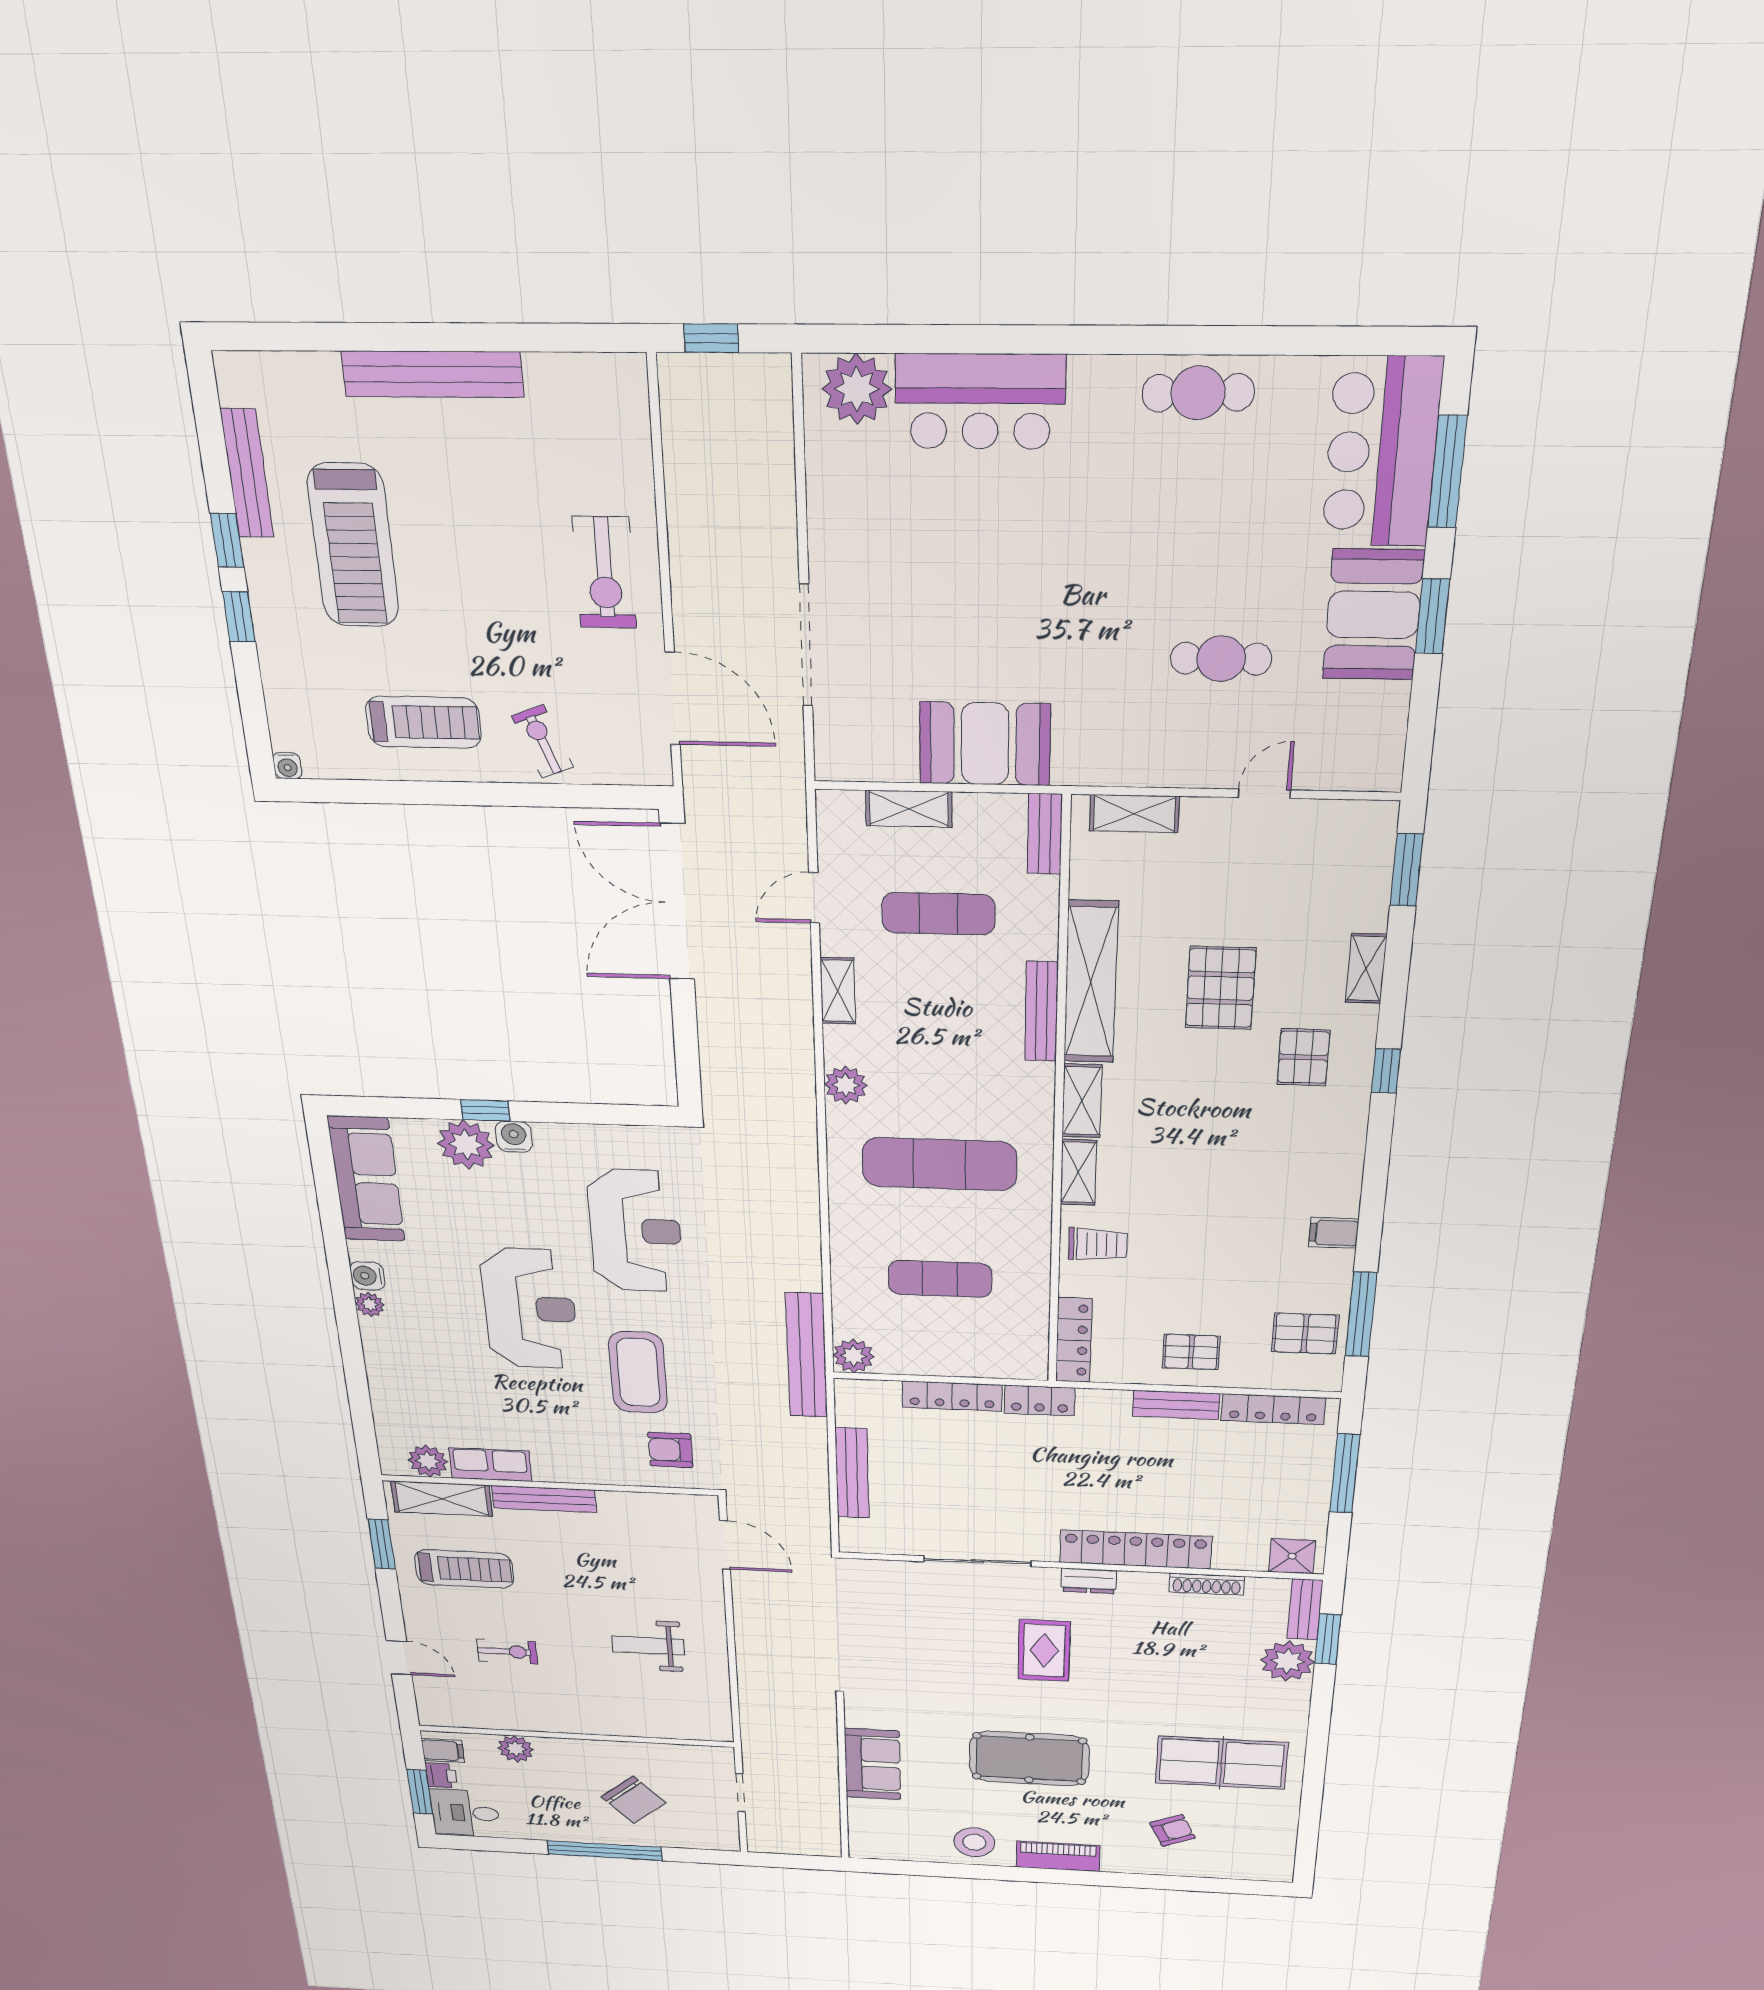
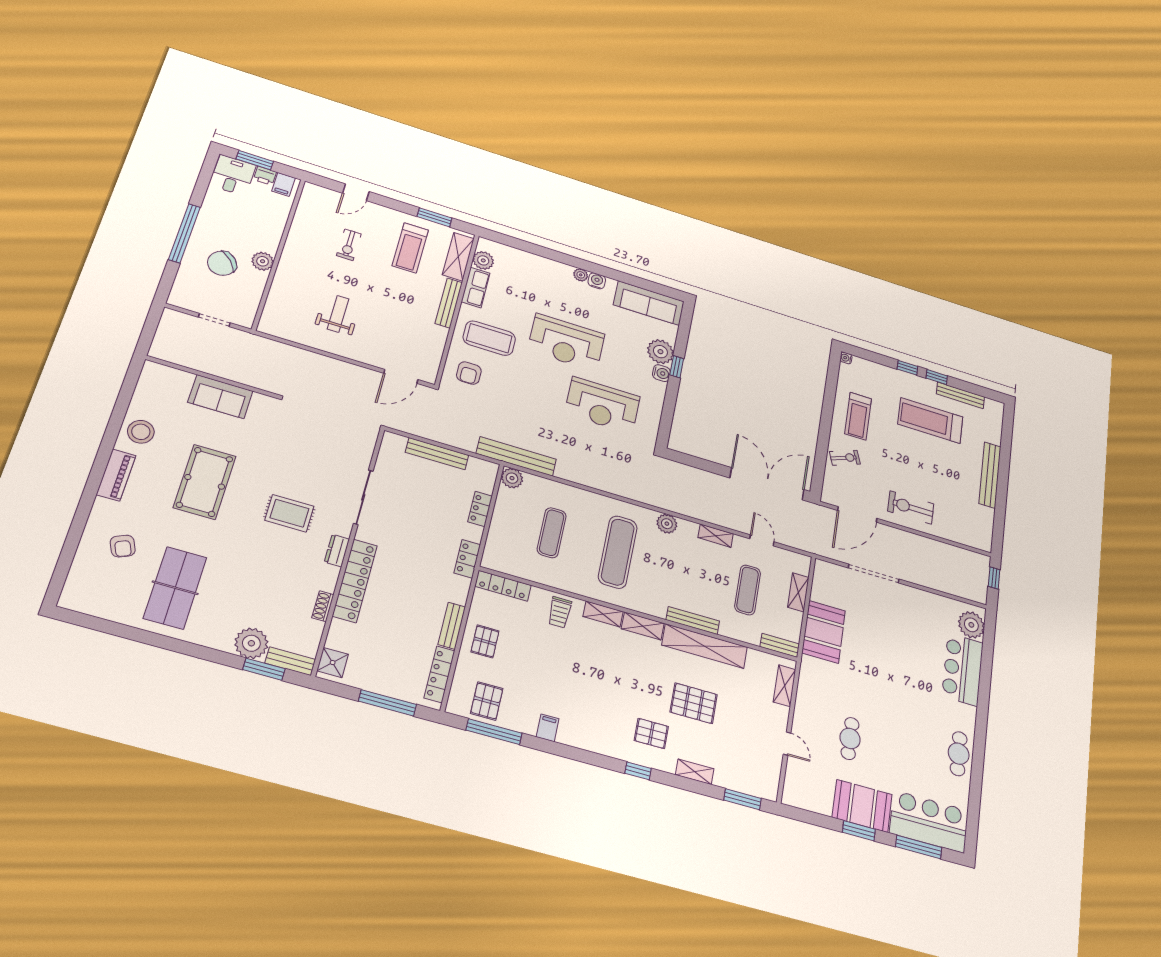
coffee table: (638, 1372) -> (489, 338), moved
locker: (952, 1396) -> (480, 509), width x0.66
armchair: (670, 1450) -> (469, 373), turned 180
shoe rack: (1207, 1584) -> (323, 606), width x0.70
plant: (516, 1749) -> (263, 261), moved

